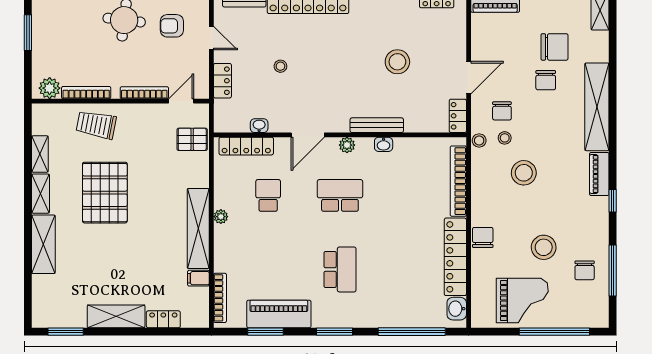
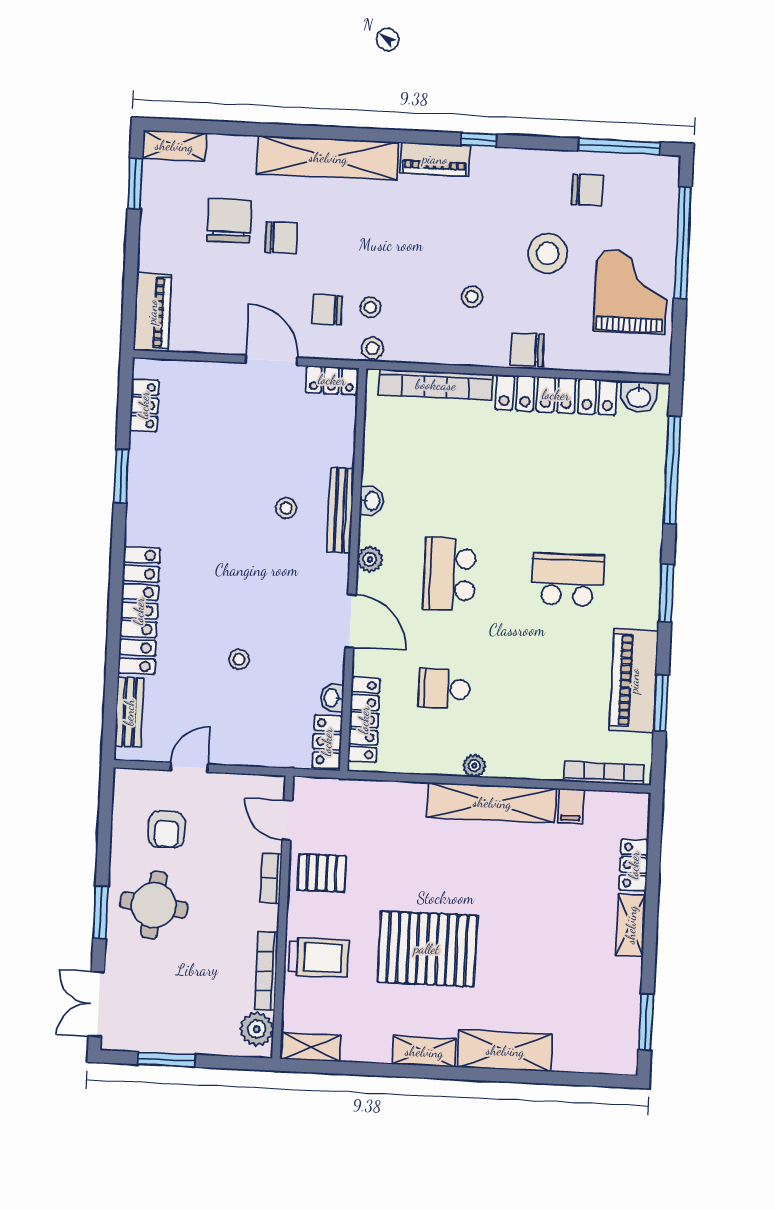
stool: (397, 62) -> (286, 508), moved, width x0.53, depth x0.53
locker: (222, 81) -> (327, 742), moved, turned -90
bookcase: (144, 93) -> (271, 878), width x0.64
chair: (502, 111) -> (327, 310), turned 180
trolley: (96, 125) -> (319, 958), turned -101
pallet: (192, 139) -> (322, 873), moved, turned 90
shelving: (40, 154) -> (311, 1047), moved
stool: (524, 173) -> (472, 297), moved, width x0.53, depth x0.53
window: (613, 271) -> (619, 146), moved
shelving: (116, 316) -> (631, 925), width x0.67, depth x0.75

